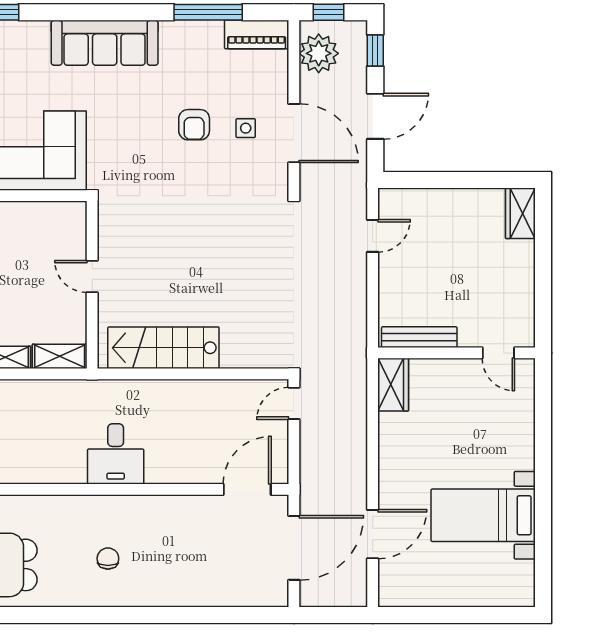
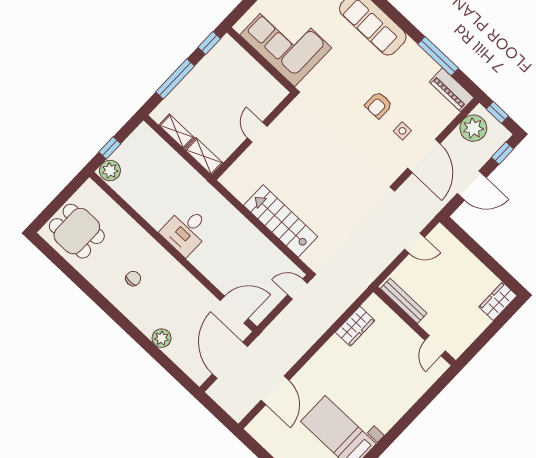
bench: (419, 337) -> (404, 301), moved
stairs: (163, 348) -> (281, 221), moved
wall: (456, 353) -> (415, 326), moved
door: (498, 353) -> (435, 346), moved
door: (373, 534) -> (275, 390), hinge flipped
door: (294, 548) -> (230, 360), swing flipped
plant: (199, 593) -> (162, 338), added

